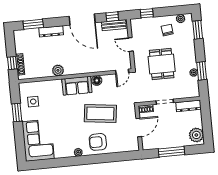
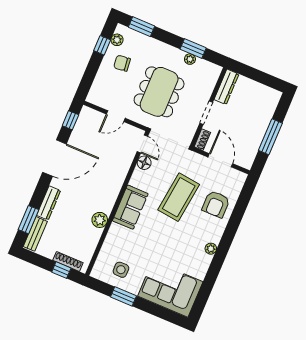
window: (147, 13) -> (102, 45), moved
bench: (114, 25) -> (35, 234), moved
dining table: (162, 64) -> (159, 92), width x1.38
floor lamp: (97, 80) -> (144, 163), moved
plant: (196, 135) -> (266, 96), removed
armchair: (98, 142) -> (216, 204), moved

